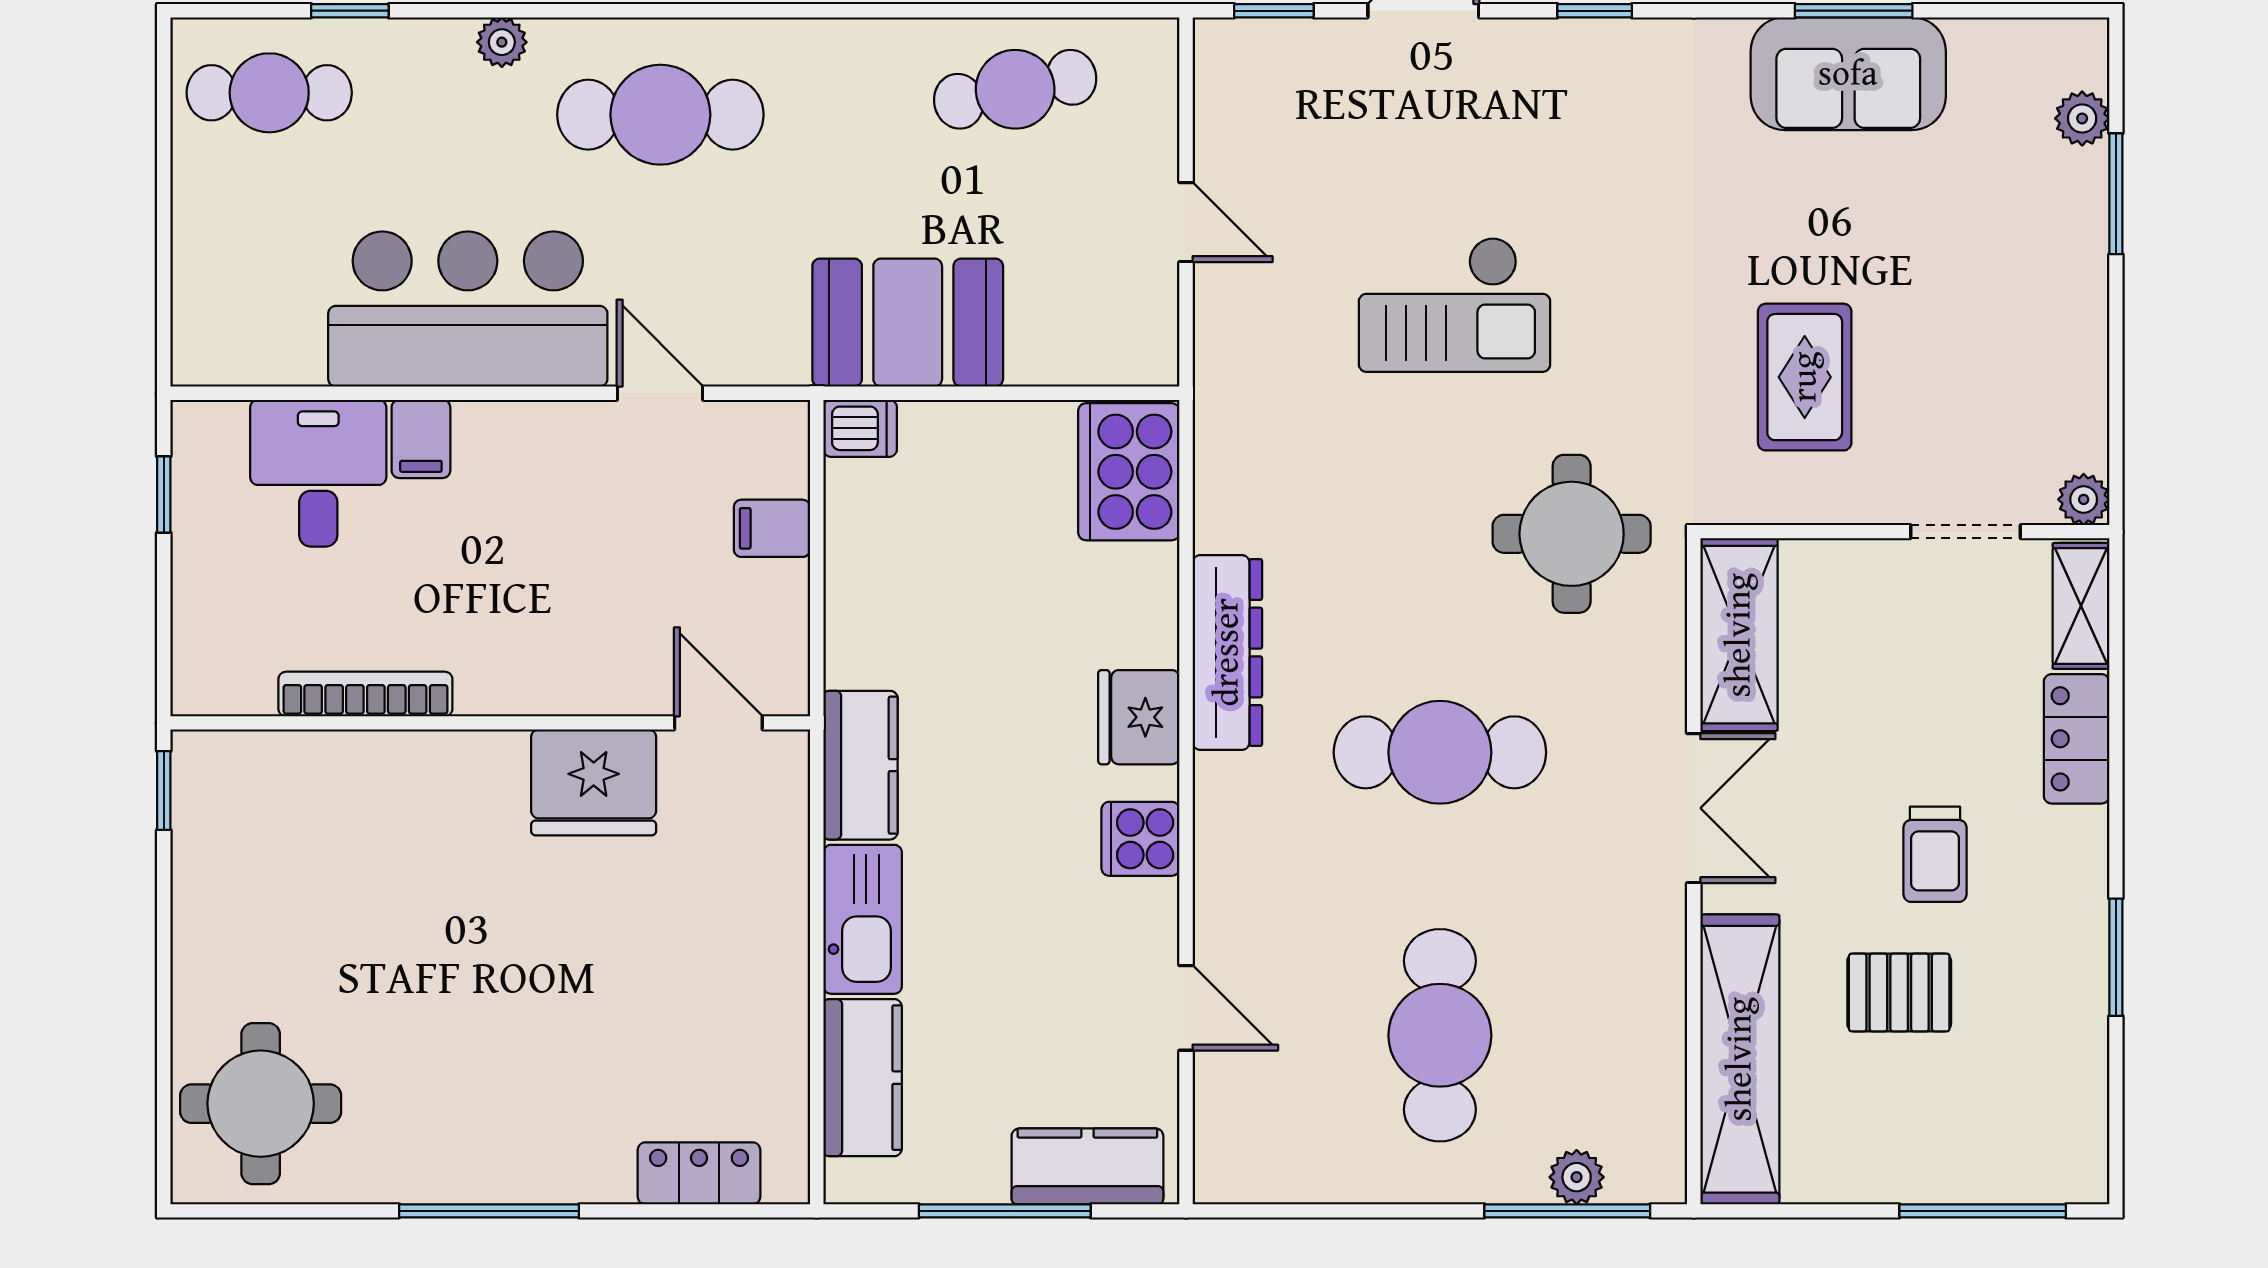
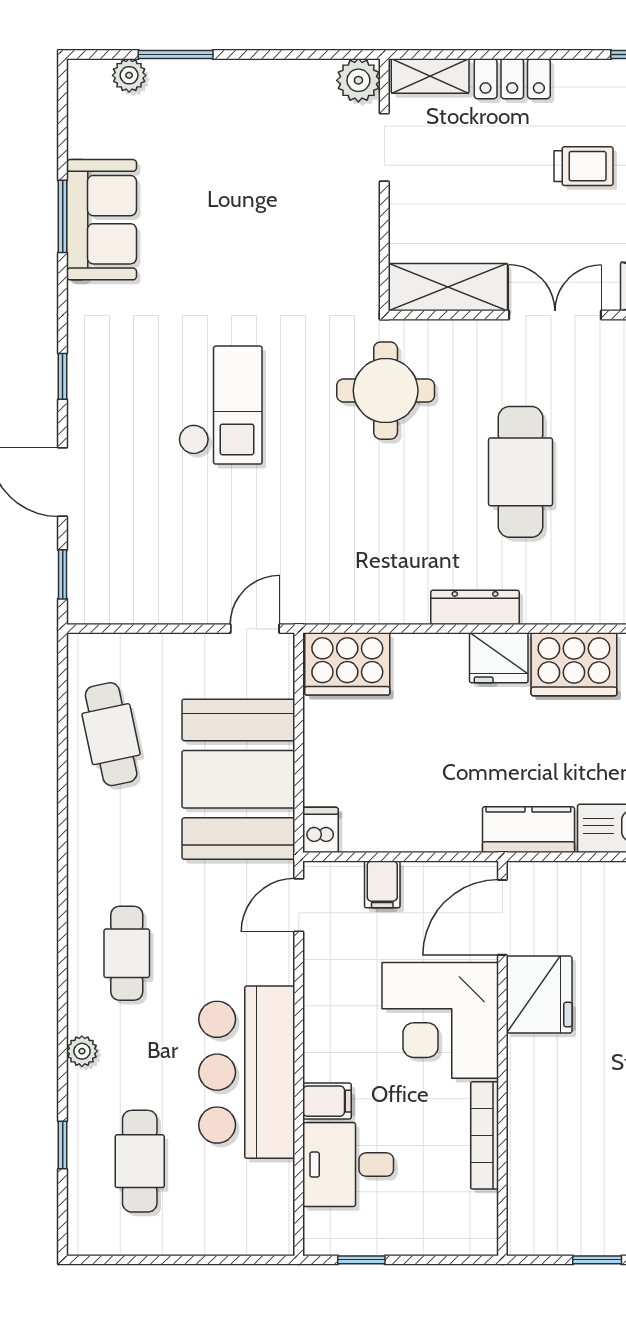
cafe table: (269, 93) -> (140, 1161), moved
cafe table: (660, 115) -> (127, 953), width x0.73, depth x0.74
door: (1186, 222) -> (255, 629), moved
checkout: (1455, 305) -> (220, 405), moved
booth: (908, 323) -> (238, 779), width x1.36, depth x1.42
rug: (1805, 377) -> (289, 247), removed
door: (660, 393) -> (299, 905), moved
plant: (2084, 499) -> (358, 80), width x1.38, depth x1.38
corner desk: (552, 622) -> (440, 1020), added
dresser: (1227, 652) -> (475, 607), width x0.73, depth x0.80
door: (718, 723) -> (502, 917), width x1.38
window: (164, 790) -> (597, 1260), moved
cooker: (1140, 839) -> (574, 664), width x1.87, depth x1.31

